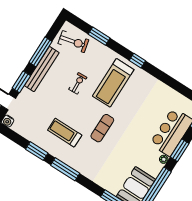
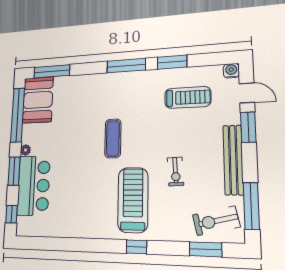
window: (99, 36) -> (206, 249), moved
window: (40, 52) -> (251, 206), moved
window: (137, 61) -> (137, 247), moved
treadmill: (65, 133) -> (188, 97), moved

